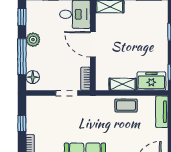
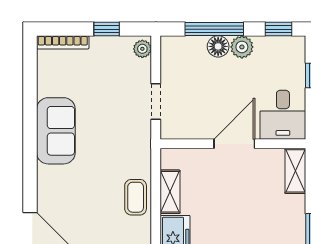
floor lamp: (33, 77) -> (218, 46), moved
bookcase: (86, 79) -> (179, 132), removed
plant: (34, 101) -> (142, 49), added

